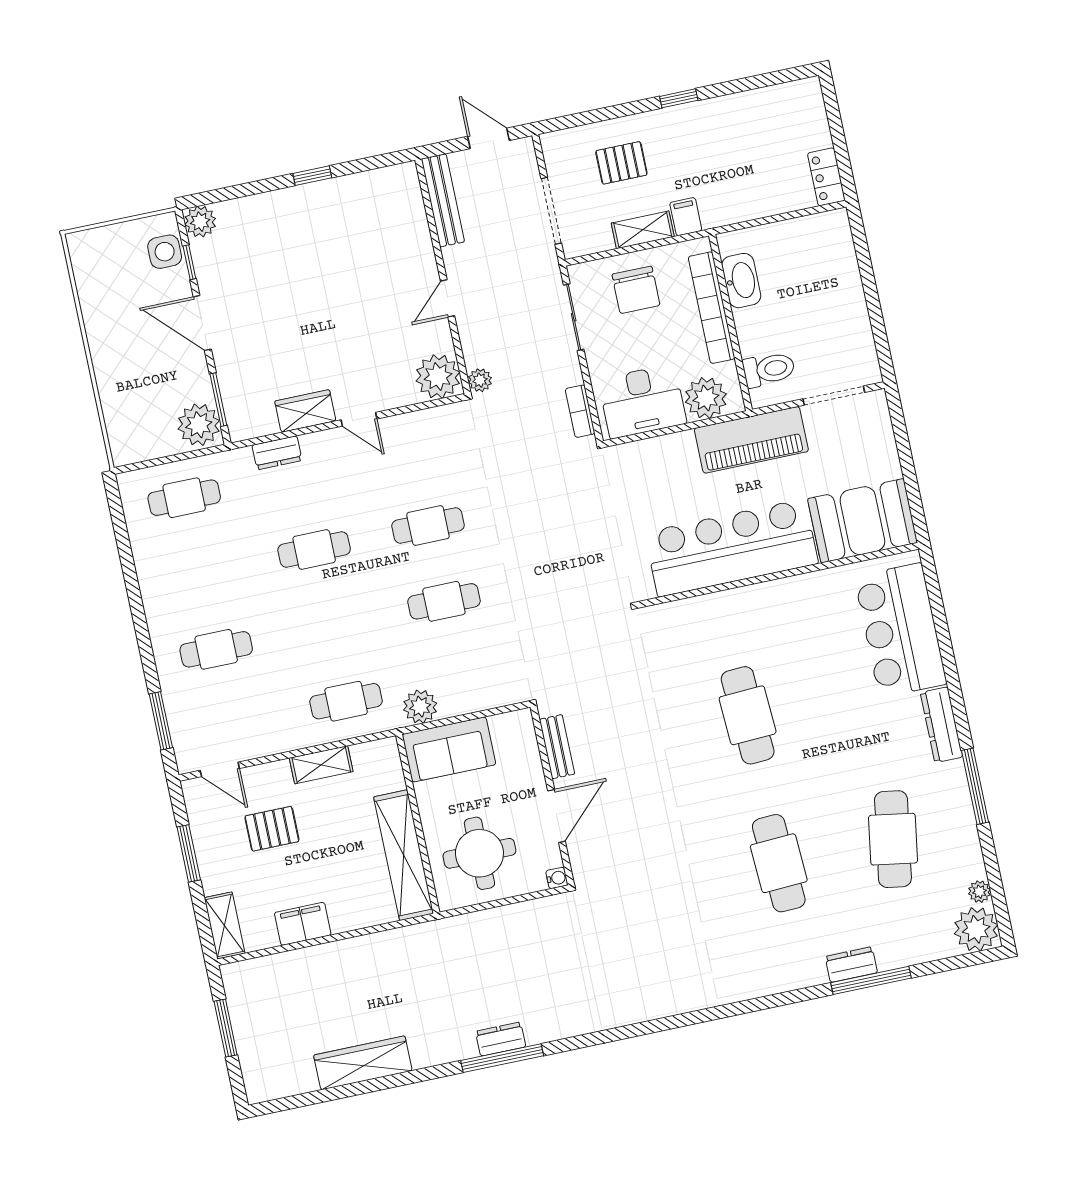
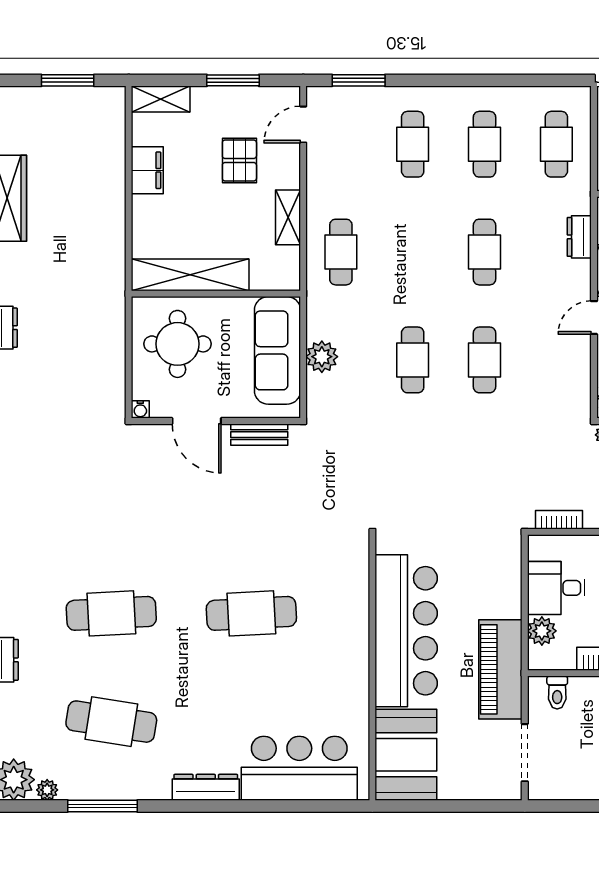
toilet: (769, 369) -> (557, 692), width x0.73, depth x0.72
plant: (706, 398) -> (542, 631), width x0.73, depth x0.73
desk: (642, 401) -> (556, 588), width x0.73
cafe table: (200, 574) -> (485, 144), added
plant: (420, 707) -> (322, 357), moved
sofa: (449, 749) -> (277, 350), width x1.36
window: (975, 786) -> (103, 806), moved

